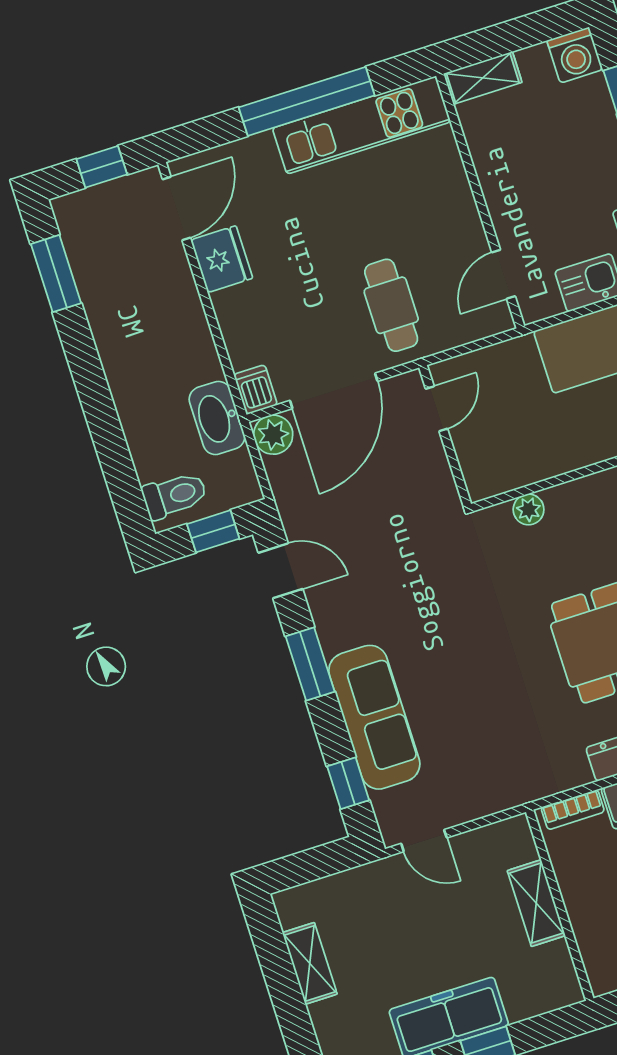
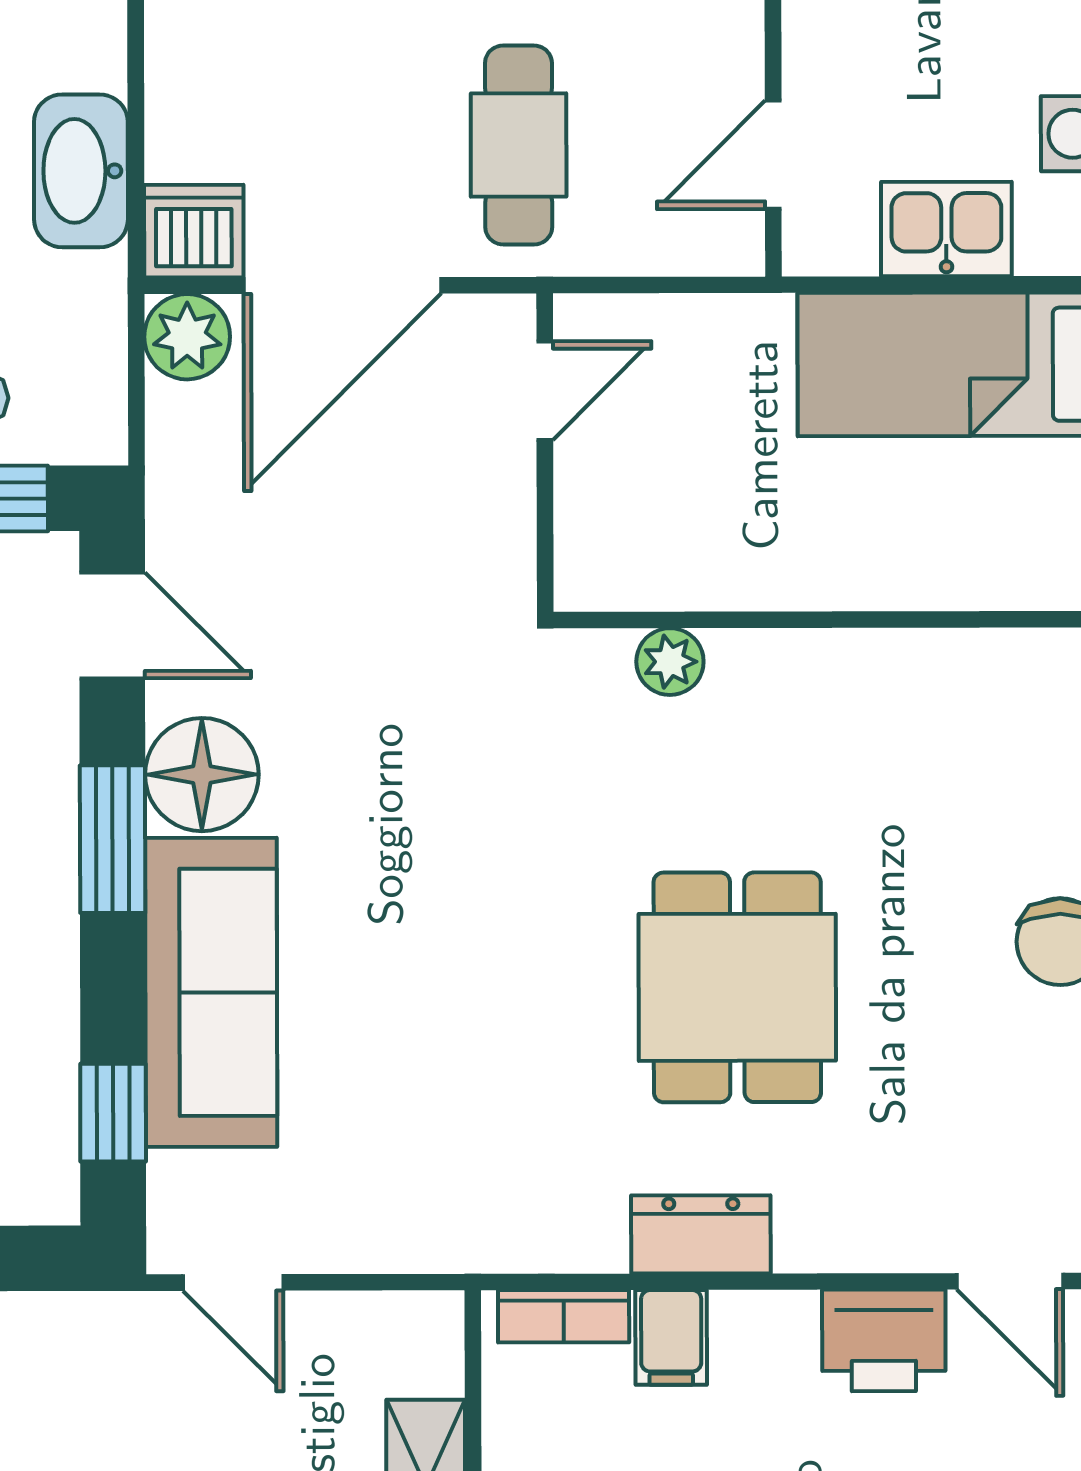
dishwasher: (256, 390) -> (194, 231), width x1.38
washbasin: (217, 418) -> (81, 171), moved
floor lamp: (340, 624) -> (202, 775), added

